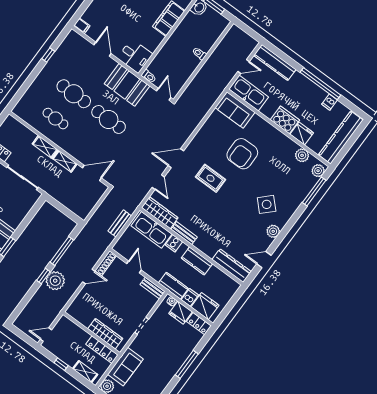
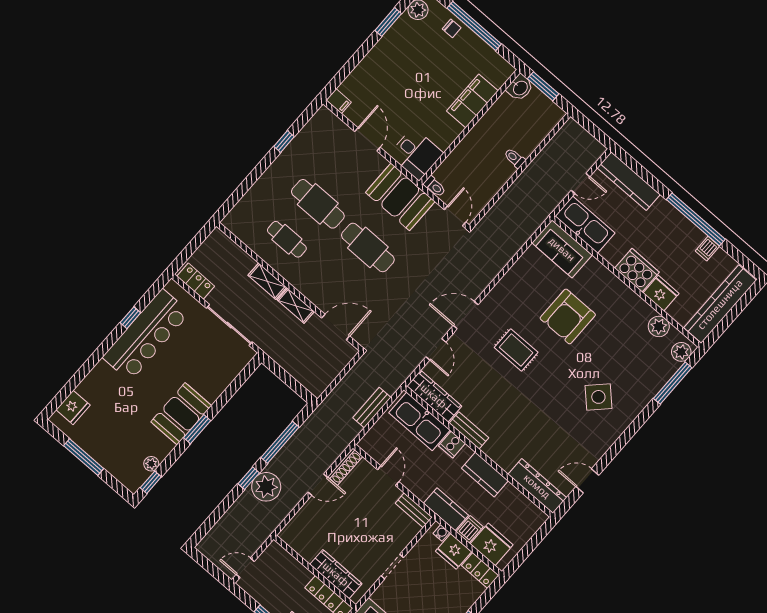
plant: (273, 231) -> (605, 439), removed

